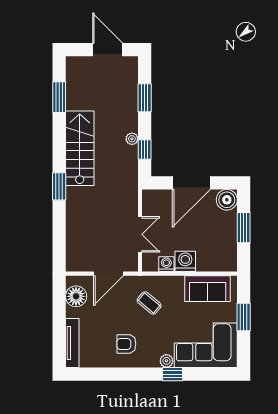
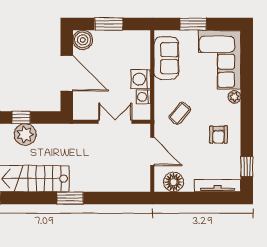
plant: (132, 139) -> (25, 134), width x1.87, depth x1.87
window: (145, 149) -> (21, 117), moved
window: (173, 374) -> (247, 167), moved

